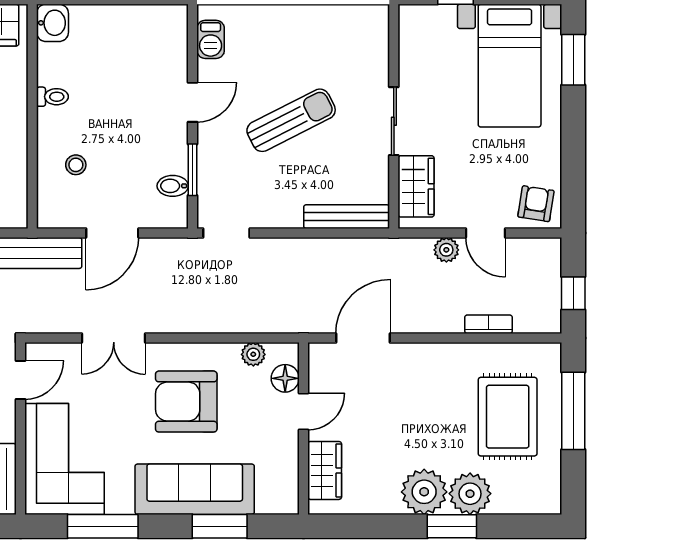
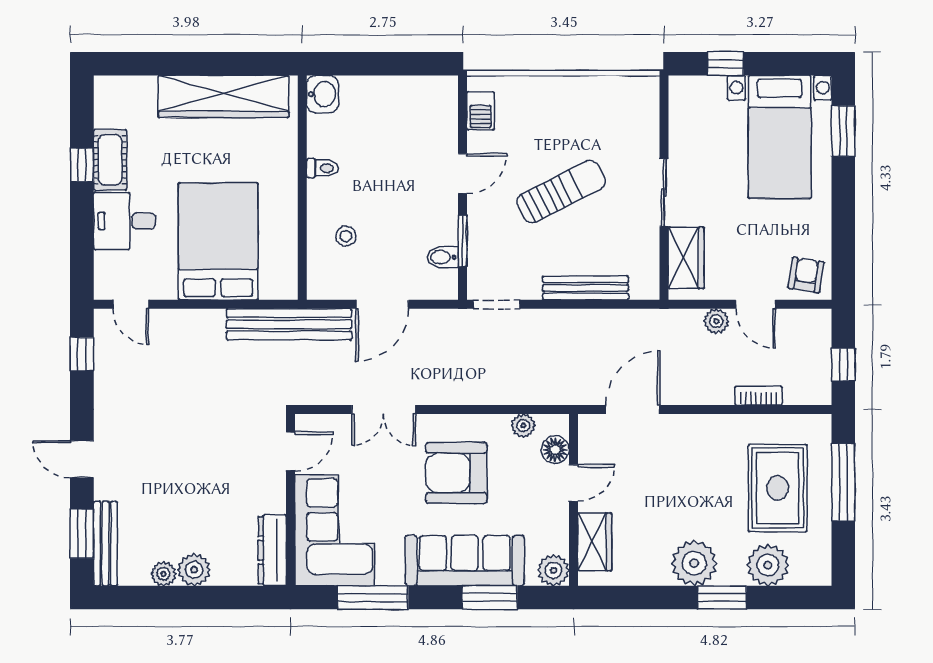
bench: (347, 217) -> (586, 288), moved
plant: (470, 494) -> (768, 565), moved
plant: (283, 499) -> (553, 570), added

